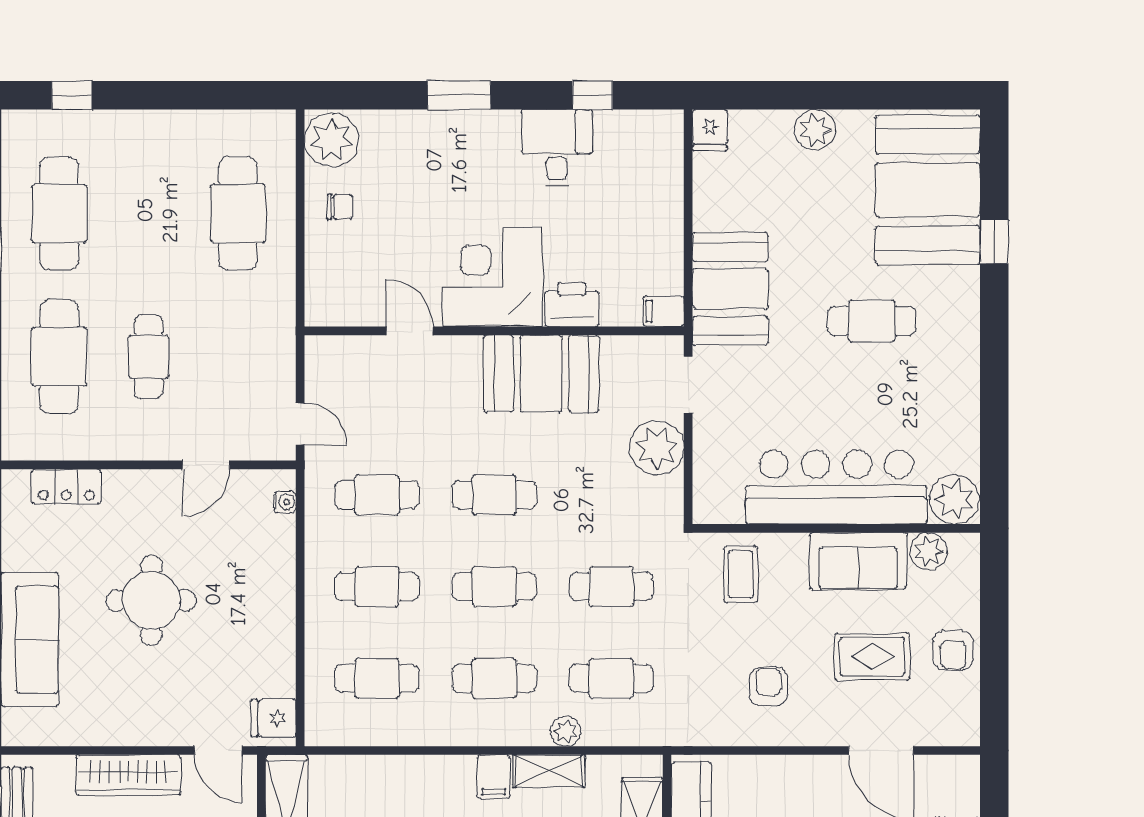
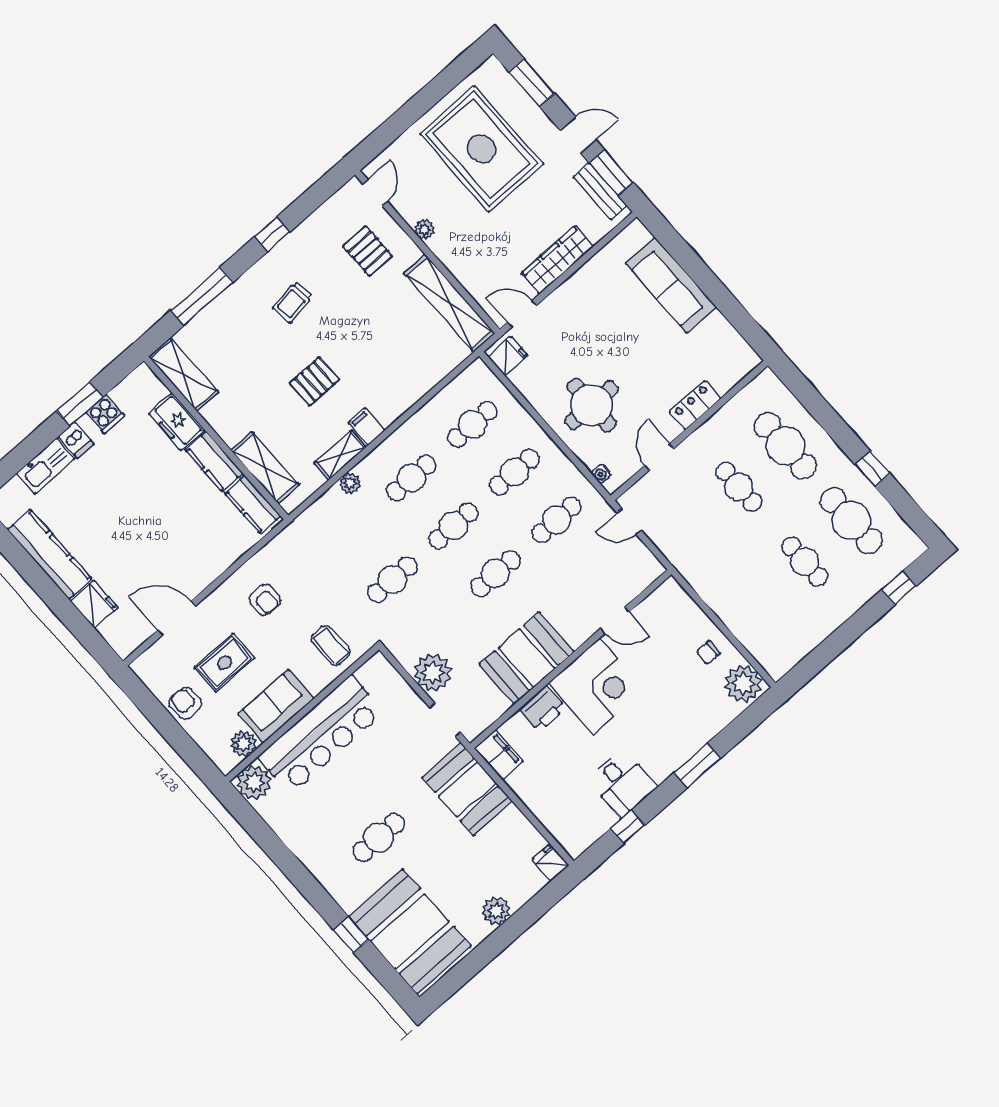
cafe table: (238, 213) -> (805, 562), moved, width x0.73, depth x0.74
filing cabinet: (663, 311) -> (499, 755), width x2.00
locker: (66, 487) -> (695, 405), moved
round table: (151, 600) -> (591, 405), moved
cafe table: (611, 678) -> (350, 532), removed

